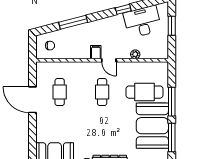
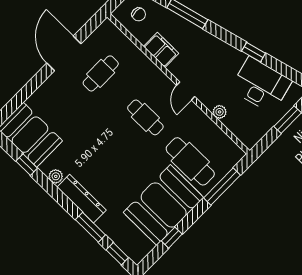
filing cabinet: (96, 52) -> (161, 50), moved, width x2.00
cafe table: (102, 92) -> (145, 117), turned 90
window: (172, 102) -> (222, 186), moved
window: (172, 138) -> (172, 238), width x0.46

